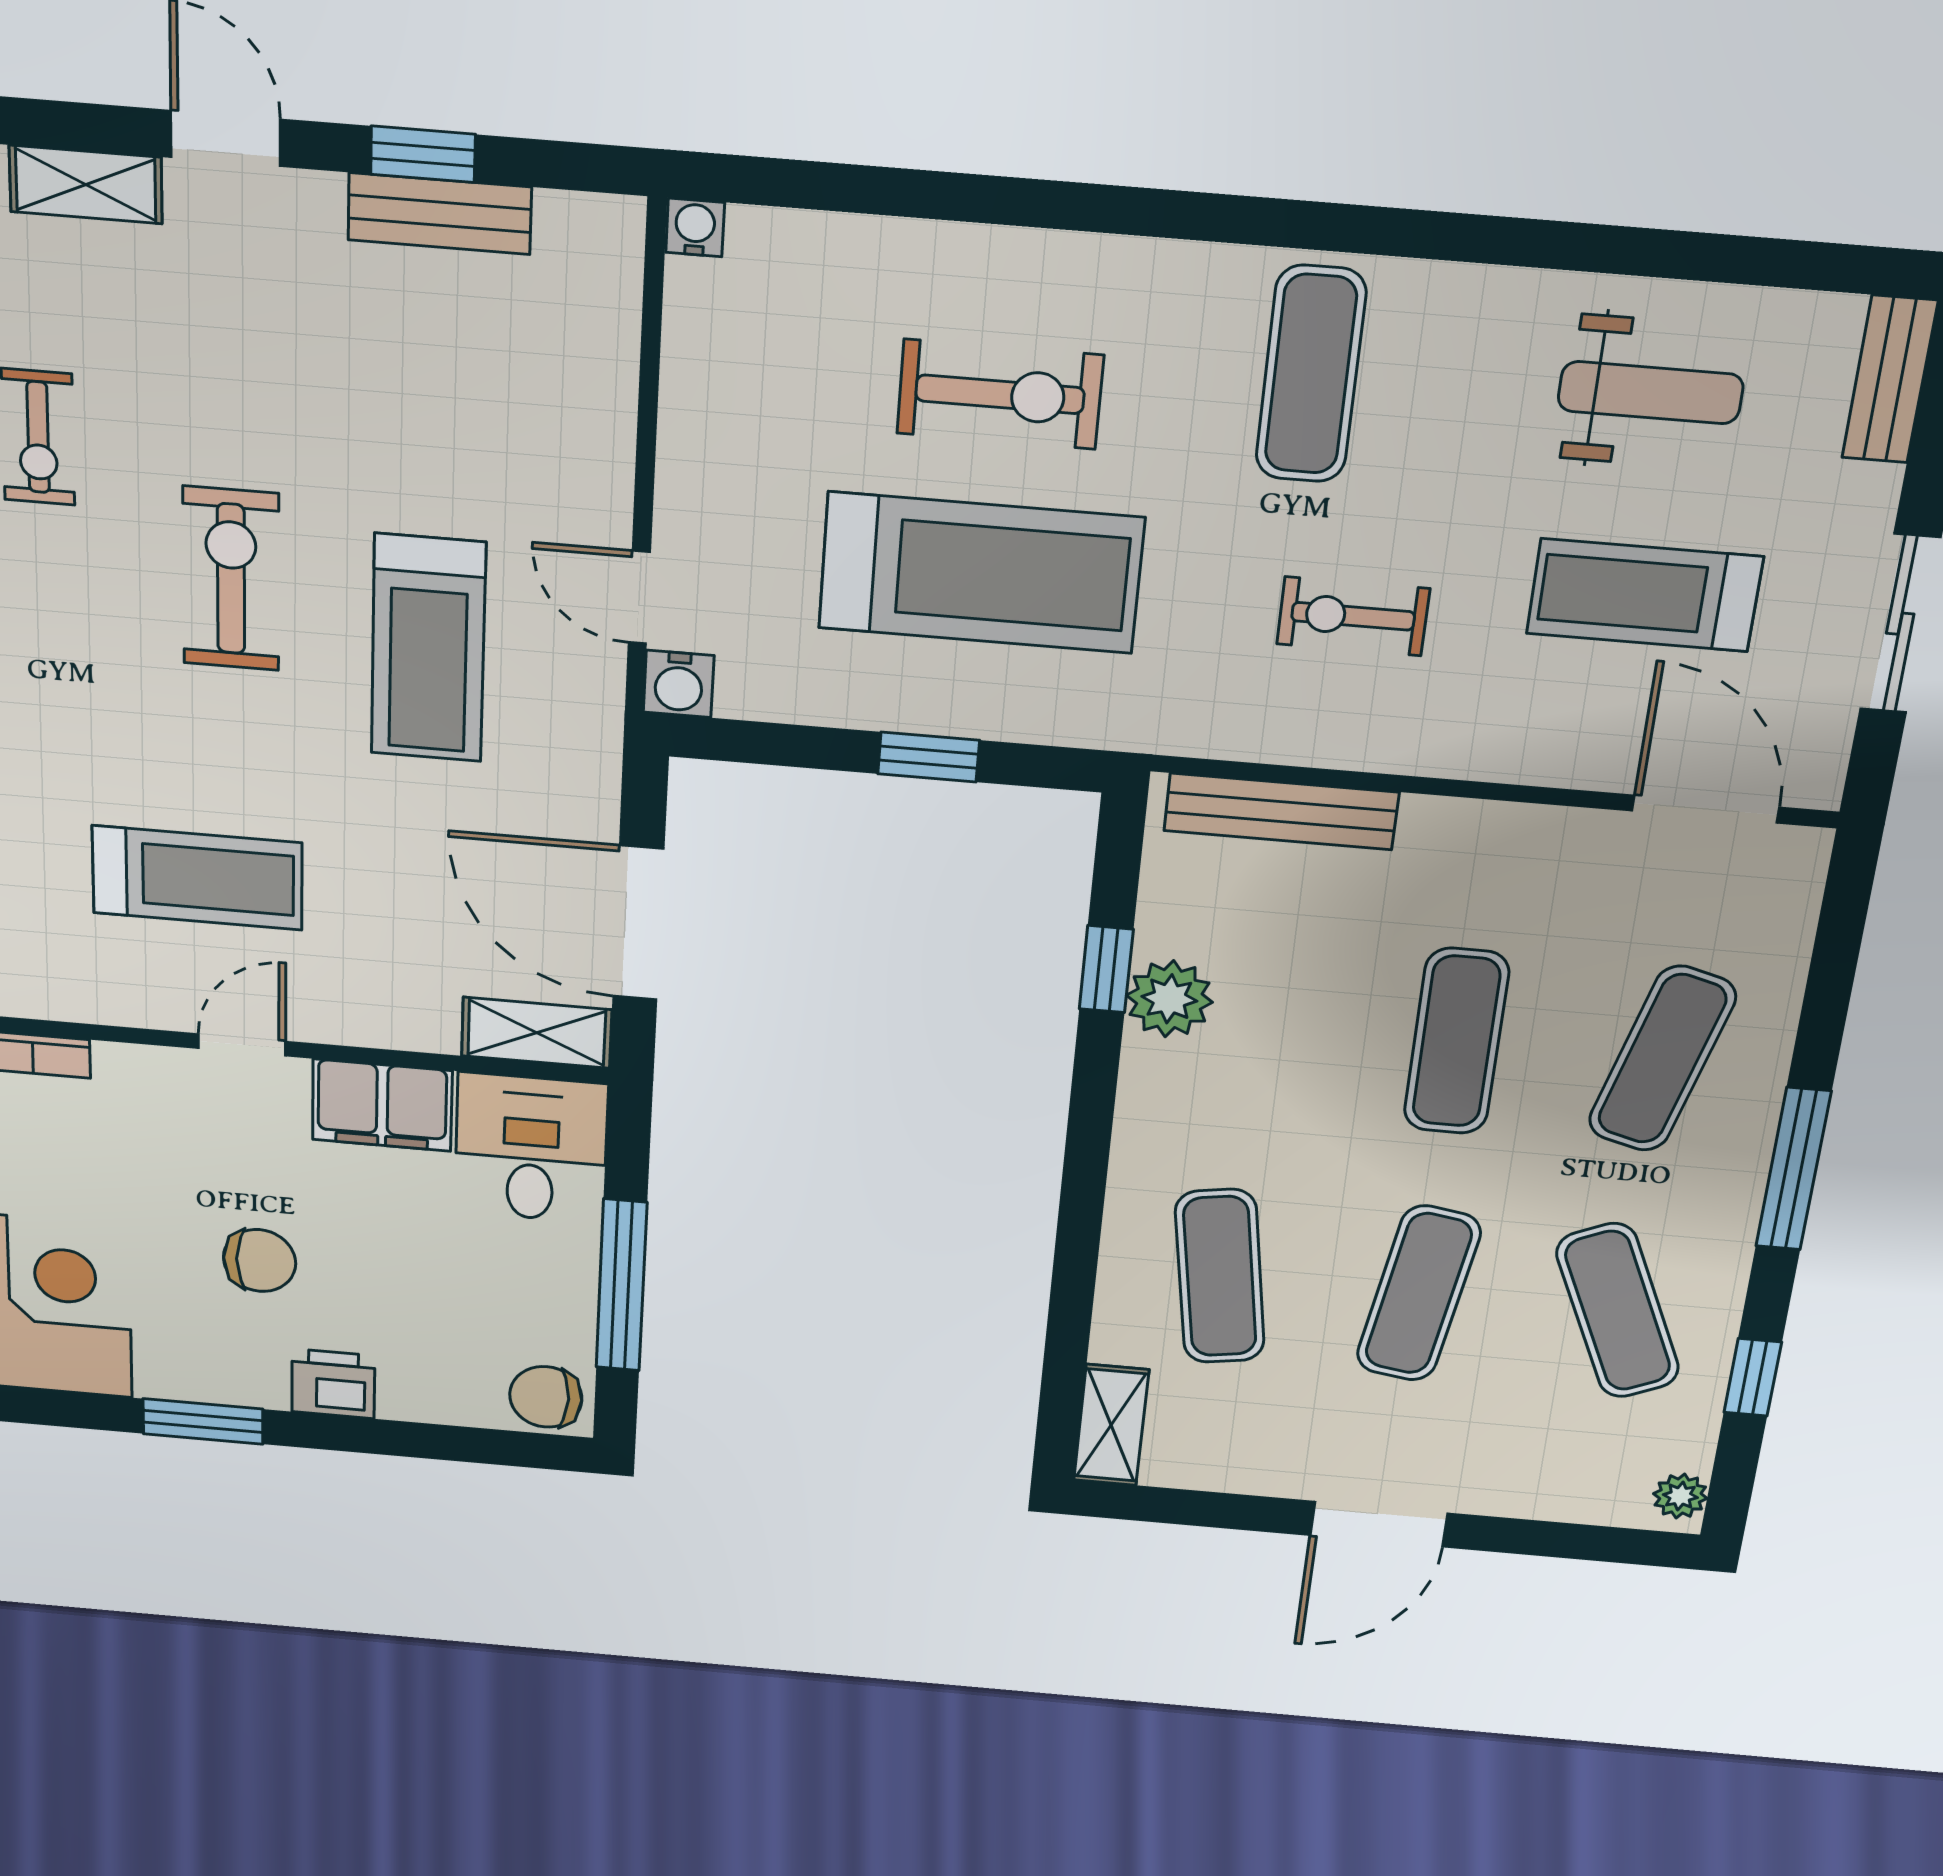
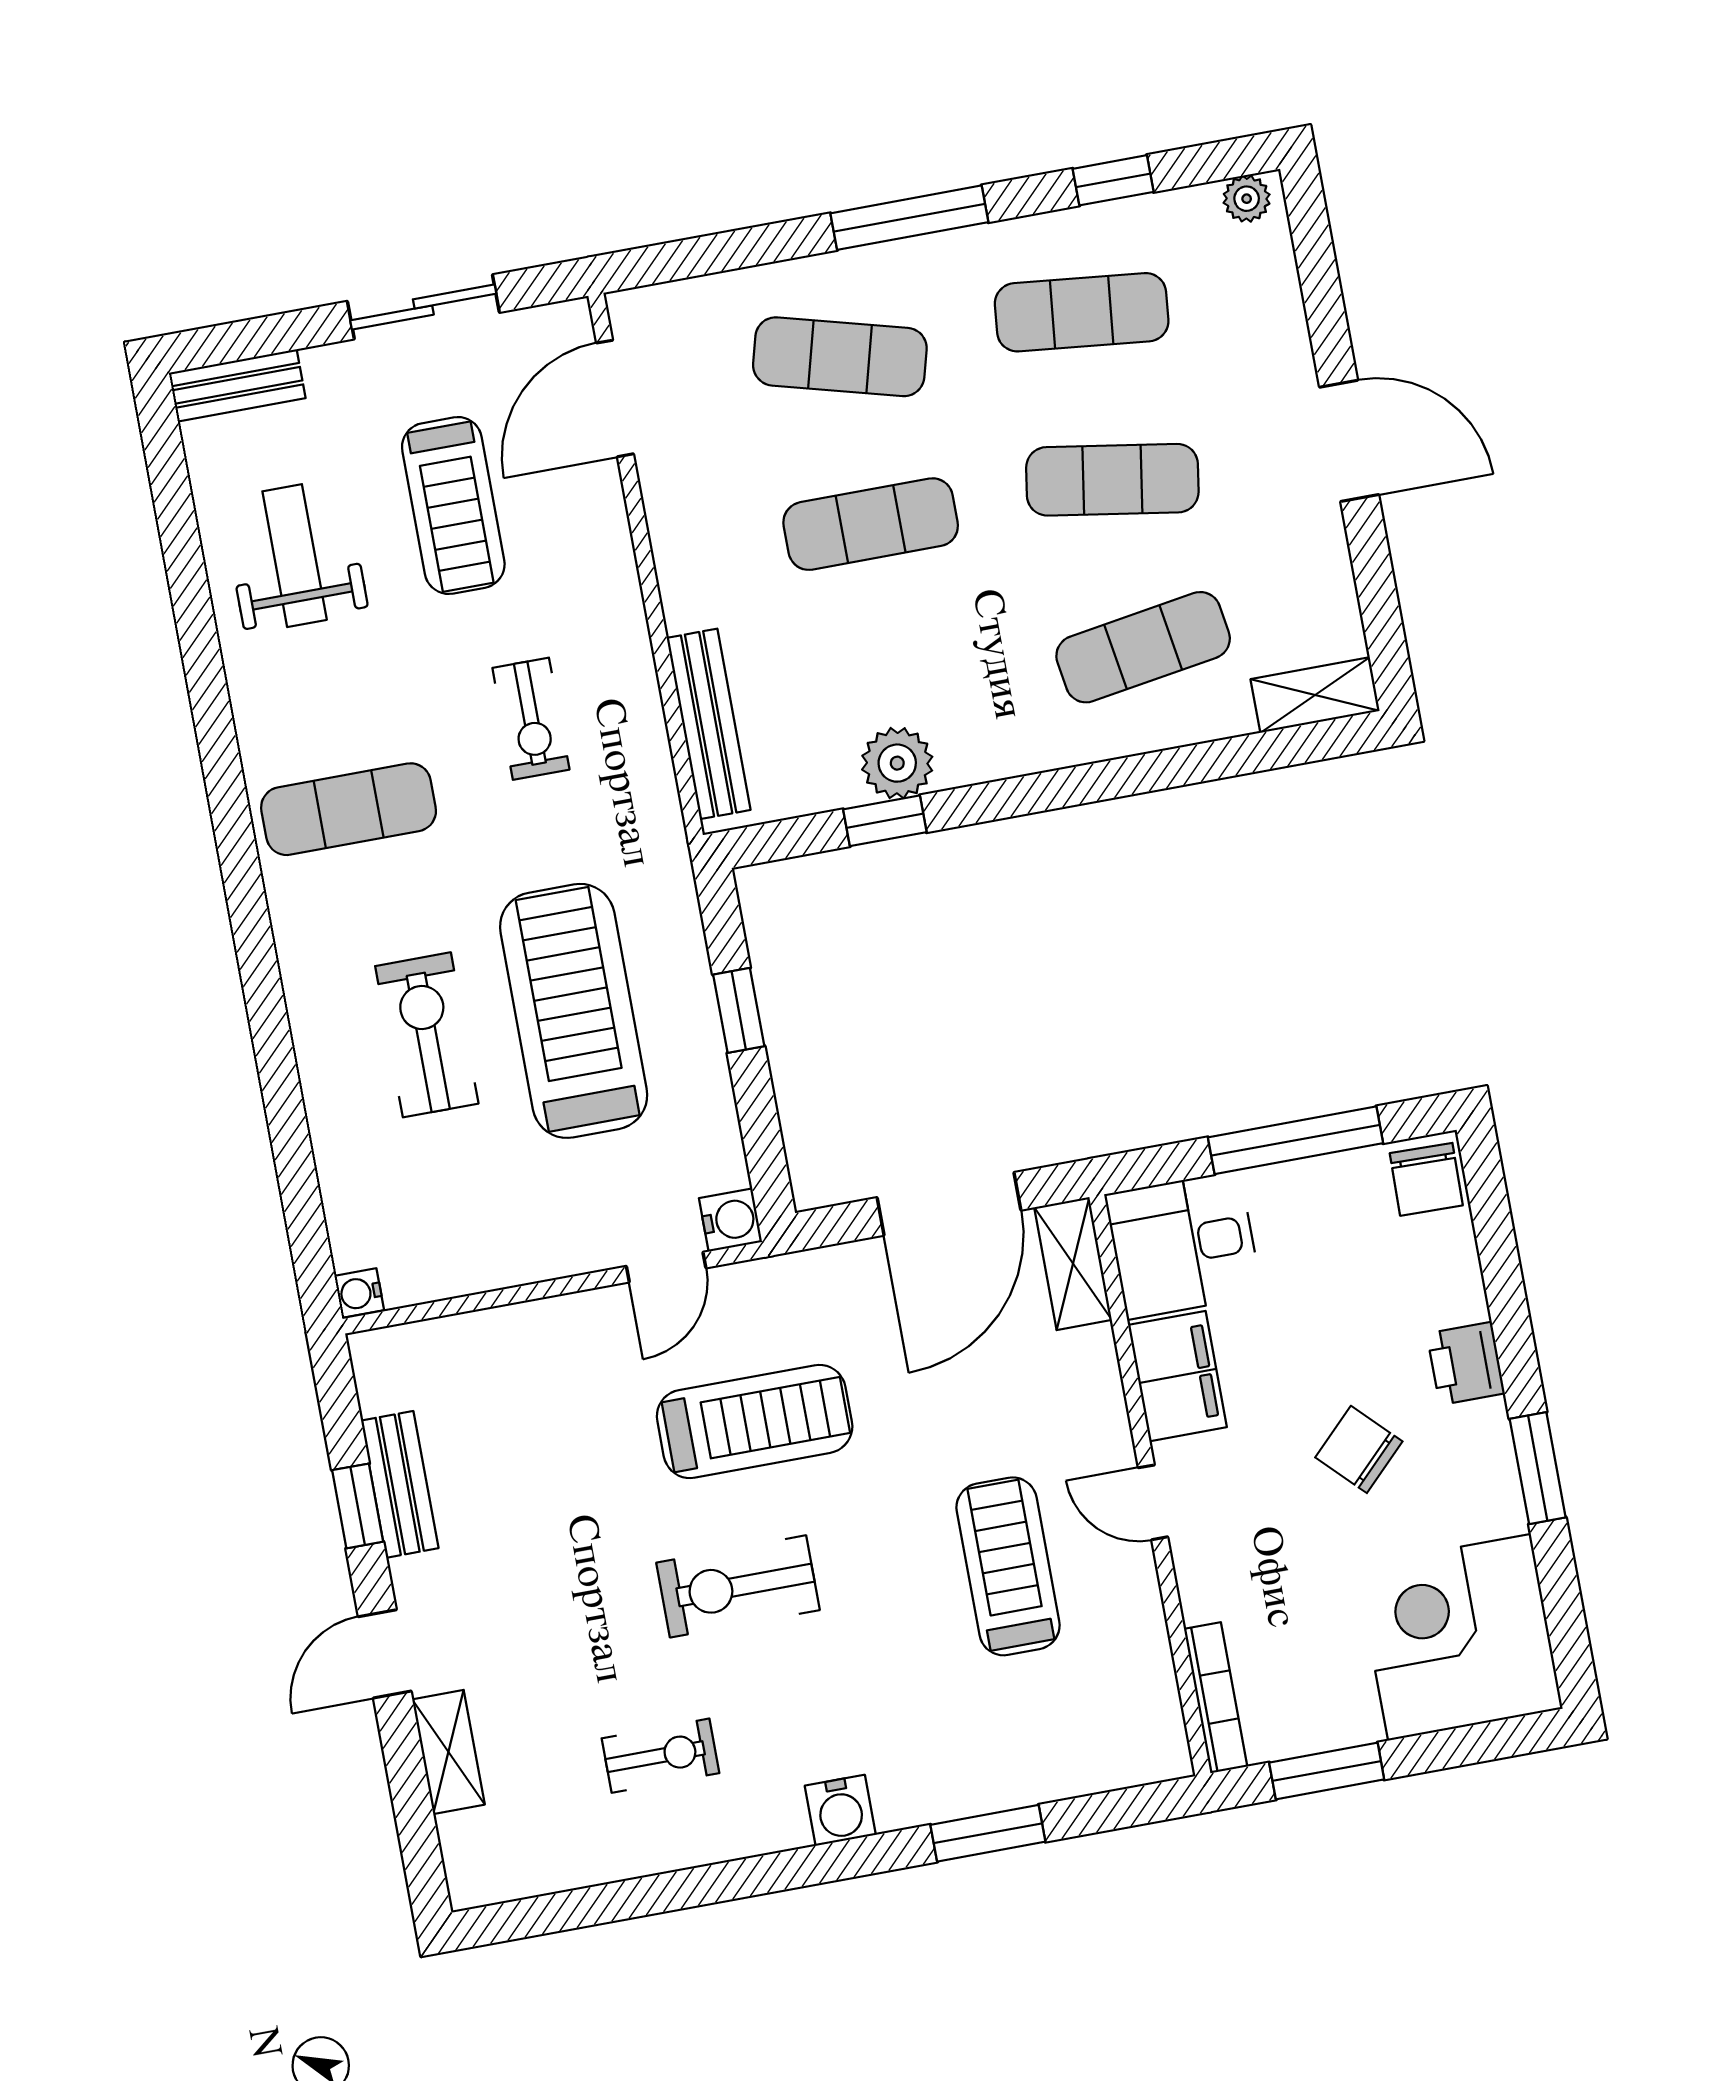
chair: (260, 1260) -> (1359, 1449), turned -45
exercise mat: (1618, 1311) -> (1082, 312), turned 30

